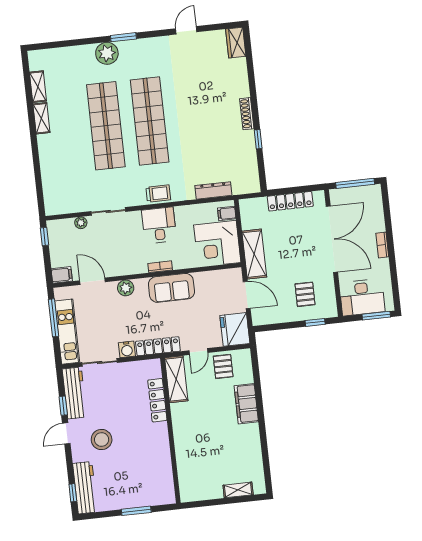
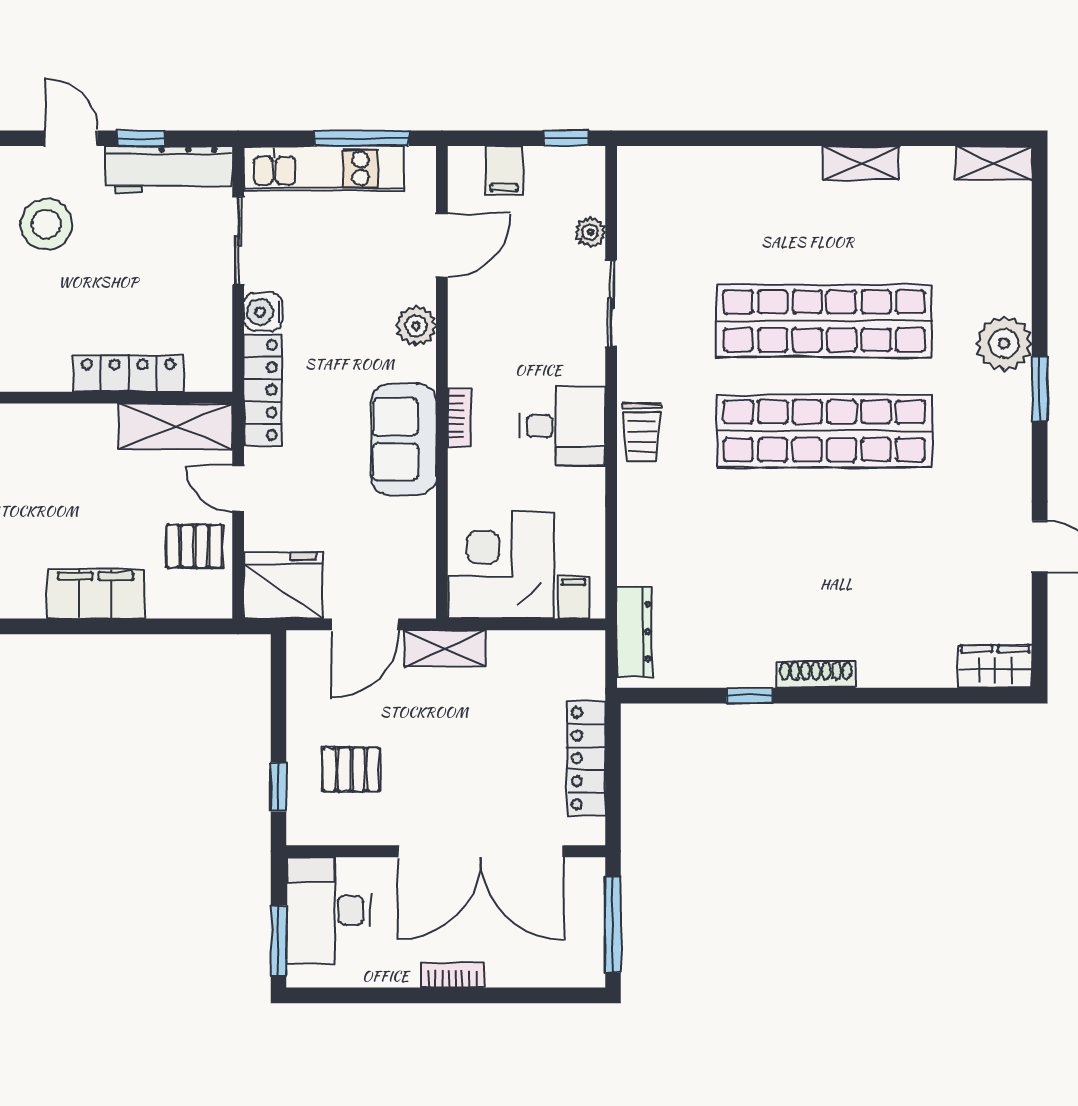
shelving: (38, 87) -> (994, 163), moved
dresser: (213, 190) -> (634, 632), moved
shelving: (254, 254) -> (445, 648), width x0.67, depth x0.75
filing cabinet: (62, 275) -> (504, 170), moved

